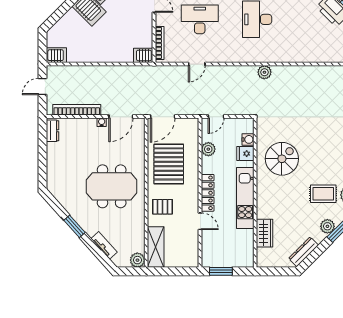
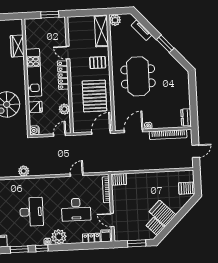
server rack: (56, 55) -> (187, 188), moved
water cooler: (248, 139) -> (35, 130), moved
meeting table: (112, 186) -> (138, 76), turned 90

